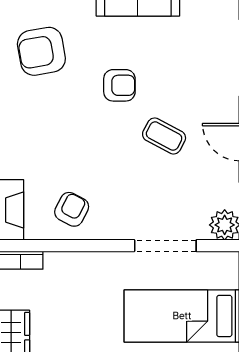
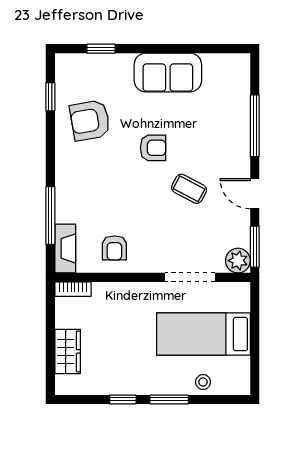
armchair: (72, 209) -> (114, 248), turned 153

